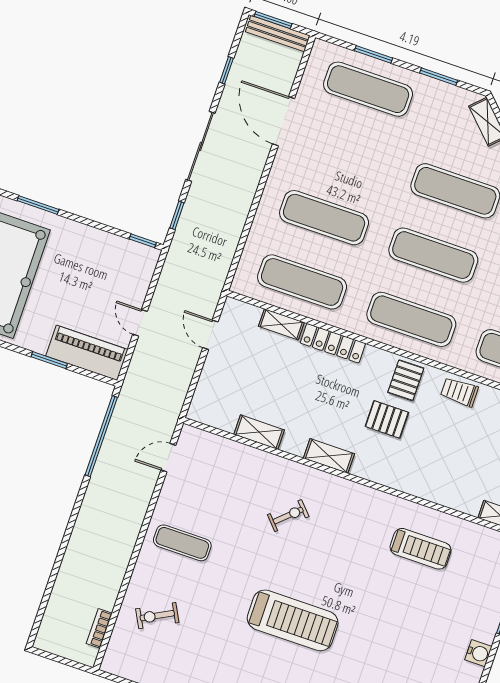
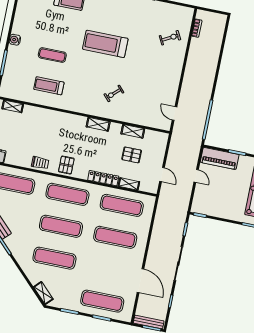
pallet: (387, 419) -> (132, 155), moved
door: (168, 458) -> (174, 114), swing flipped
exercise mat: (182, 543) -> (52, 55), moved

